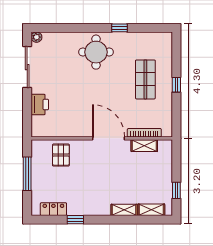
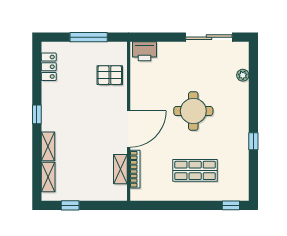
plant: (36, 37) -> (243, 75), moved
round table: (96, 52) -> (193, 111), moved
window: (176, 85) -> (231, 205), moved
printer: (40, 104) -> (145, 51), moved
window: (75, 220) -> (37, 114), moved

